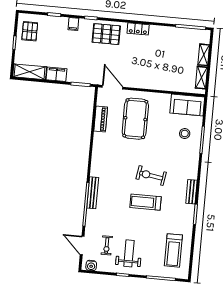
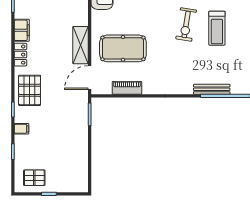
shelving: (30, 72) -> (80, 45), moved
filing cabinet: (57, 74) -> (22, 30), moved, turned 180

